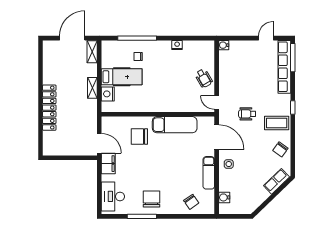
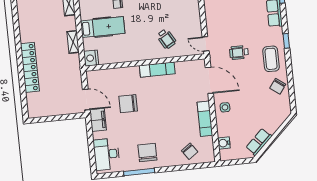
wheelchair: (204, 78) -> (166, 39), moved
nightstand: (108, 94) -> (91, 58), moved
coffee table: (277, 123) -> (271, 59), turned 90
exam couch: (175, 125) -> (157, 70), width x0.73, depth x0.69
chair: (139, 136) -> (128, 104), moved
row of seats: (276, 181) -> (259, 142), moved

